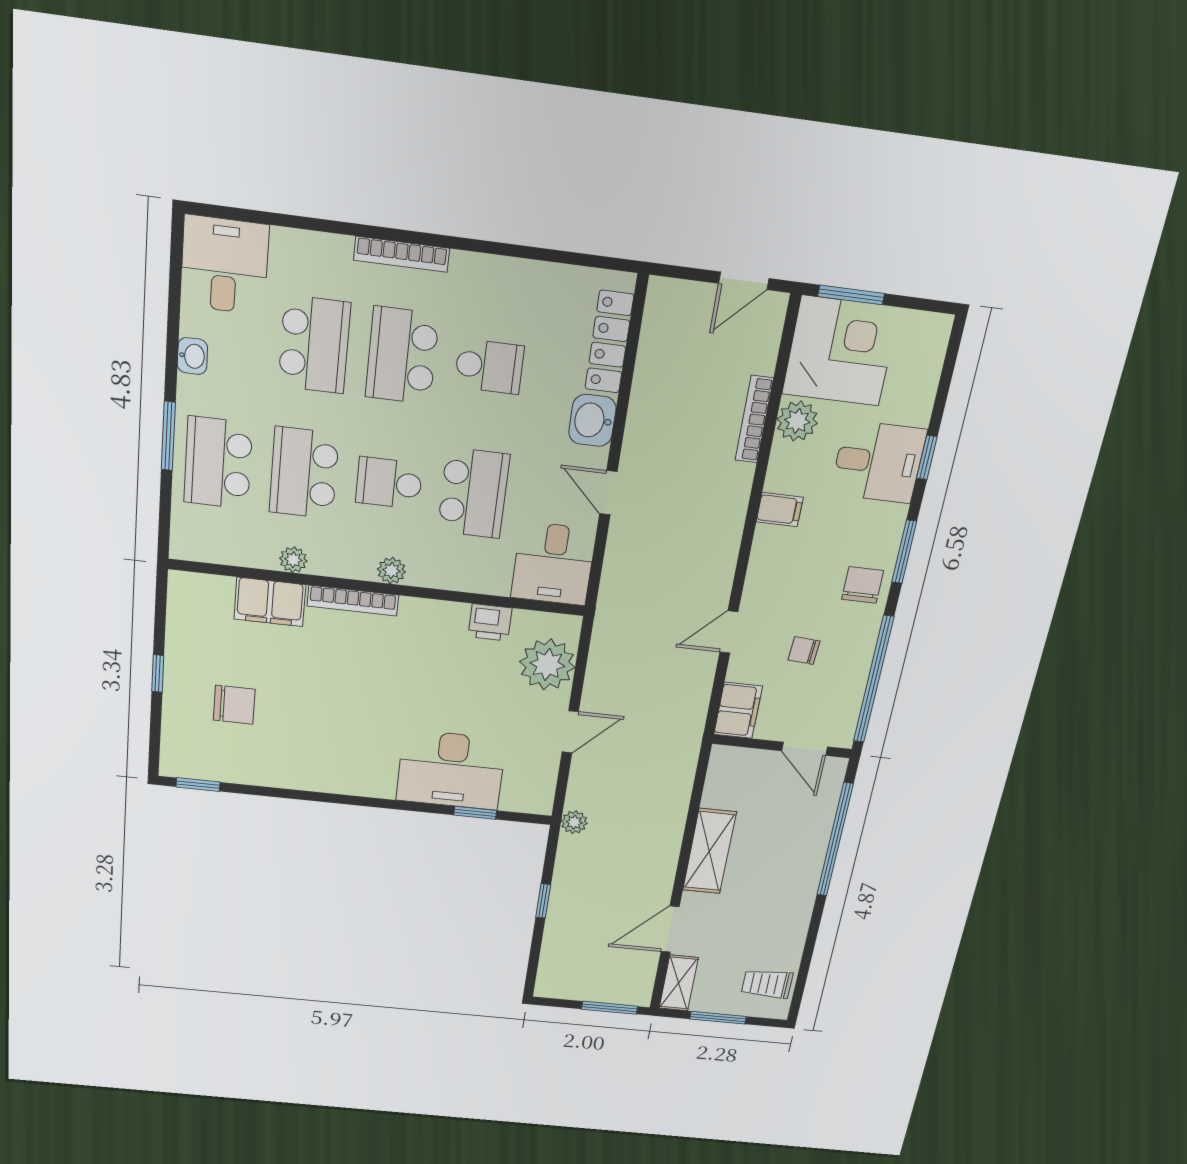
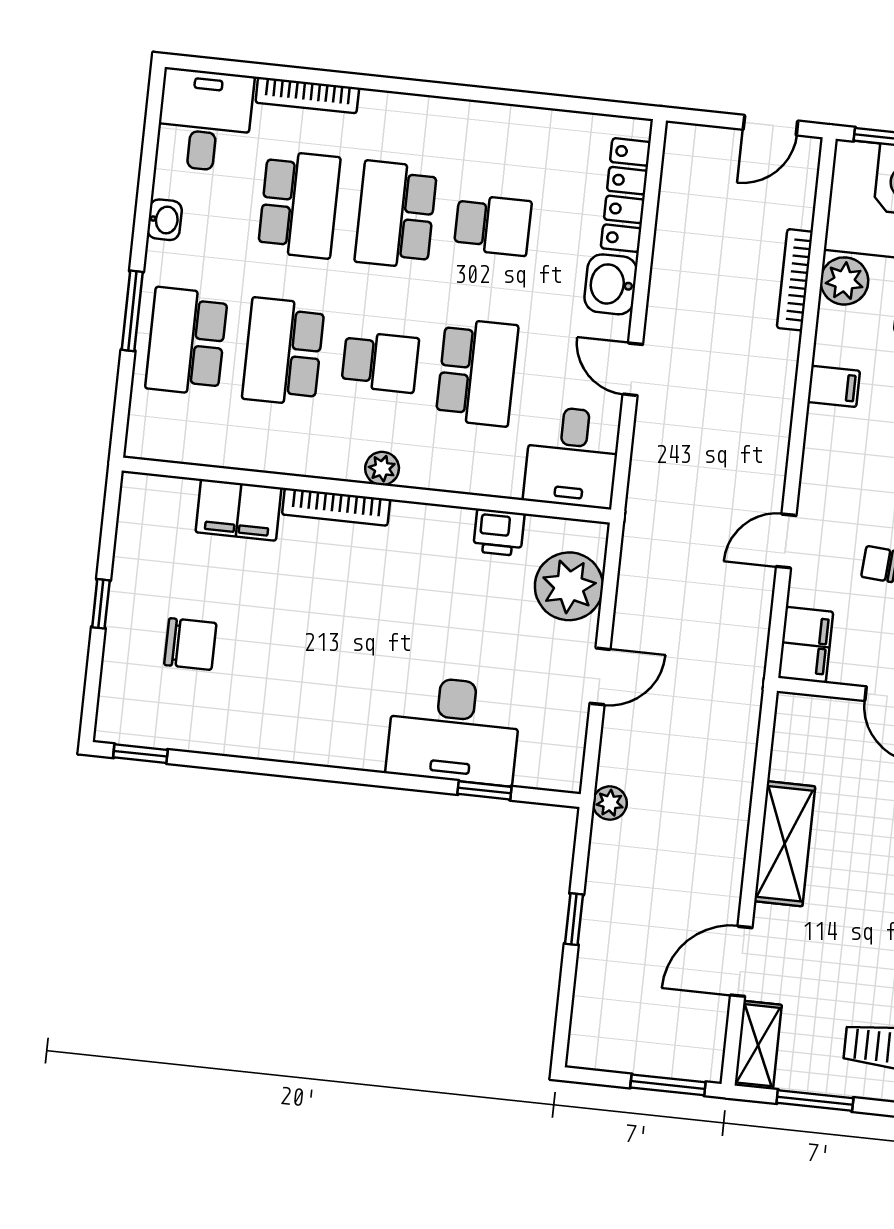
bookcase: (402, 254) -> (307, 95), moved
school desk: (389, 483) -> (380, 362), turned 180
plant: (293, 560) -> (268, 457), removed

